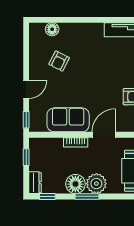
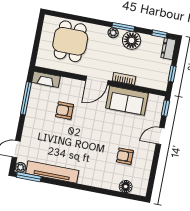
armchair: (59, 61) -> (125, 156), turned -117
plant: (96, 184) -> (113, 33), width x0.53, depth x0.53

